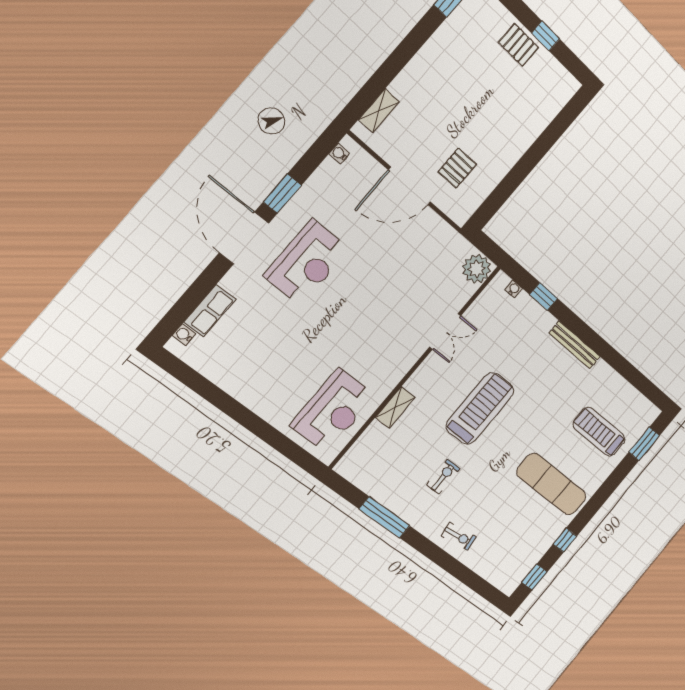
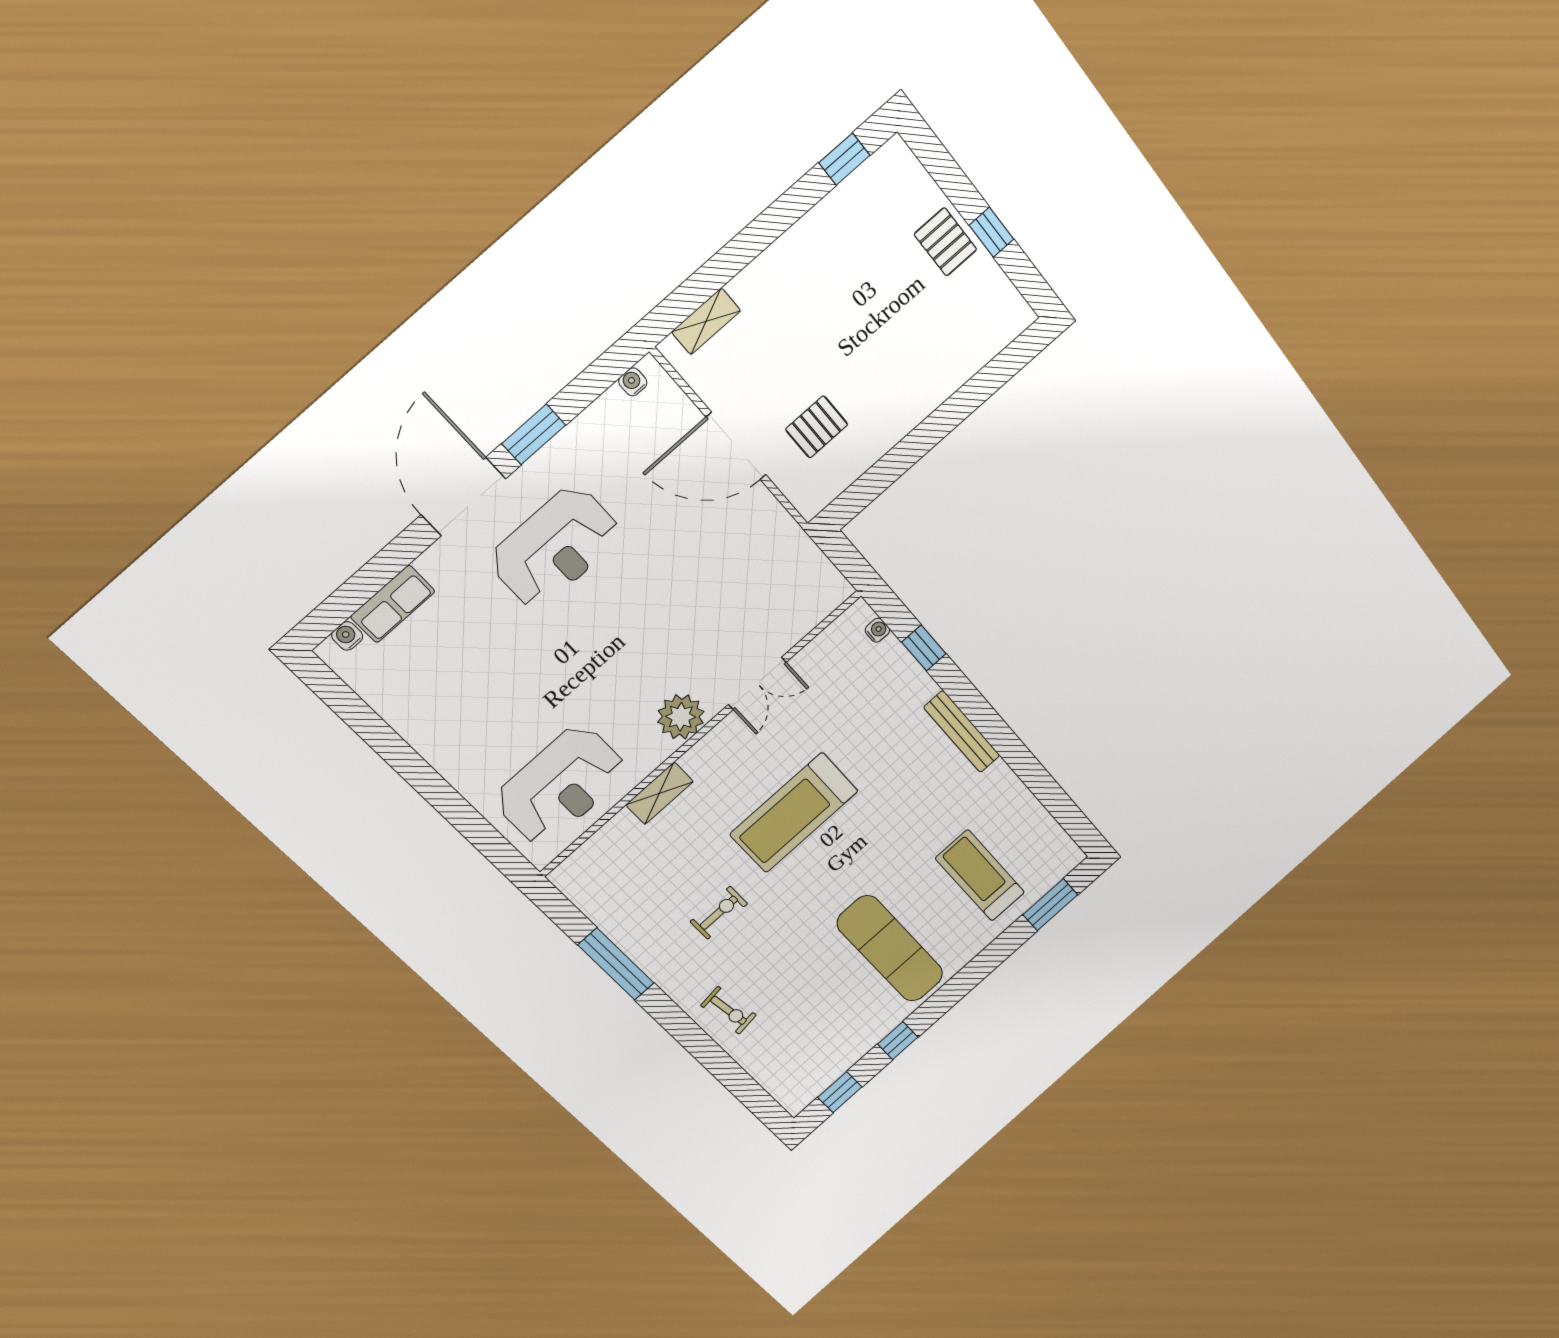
plant: (477, 269) -> (681, 717), moved
treadmill: (480, 408) -> (794, 813), turned 180

